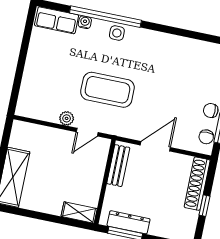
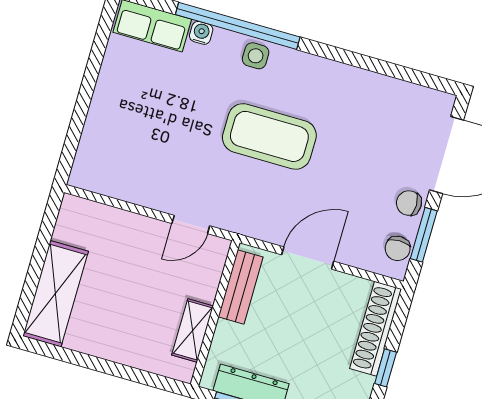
coffee table: (107, 90) -> (269, 136), moved
plant: (67, 118) -> (157, 198), removed
shelving: (79, 212) -> (193, 330), moved, turned 90

